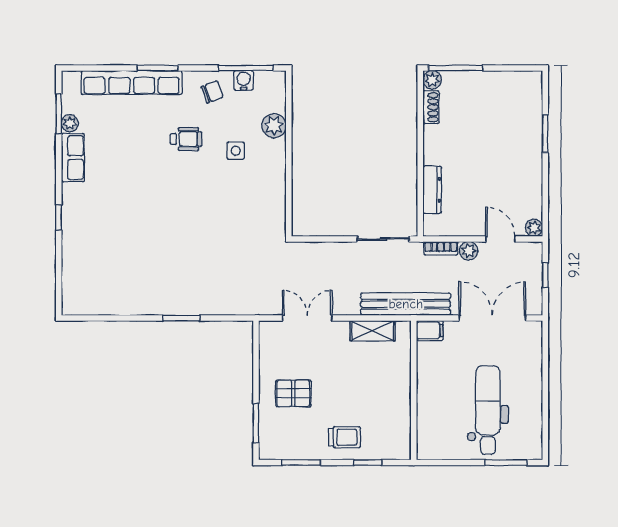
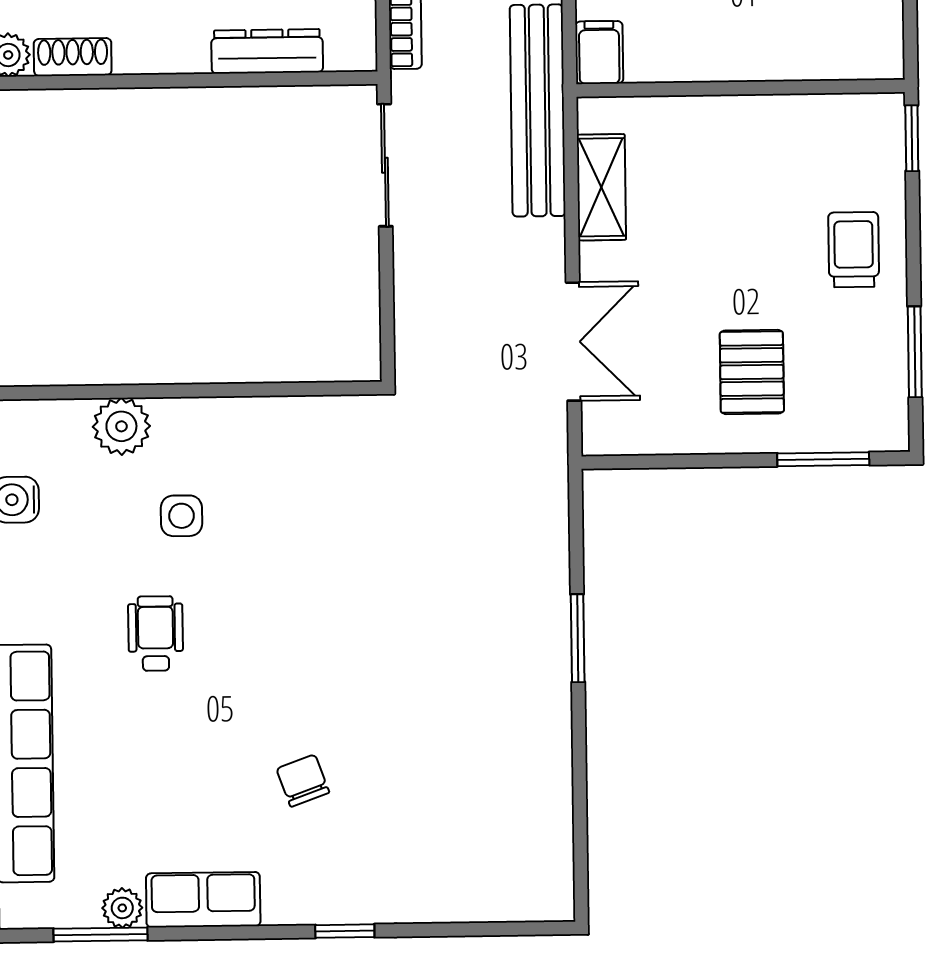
chair: (212, 92) -> (303, 781), moved
double door: (307, 318) -> (573, 342), swing flipped
window: (368, 463) -> (912, 138), moved

